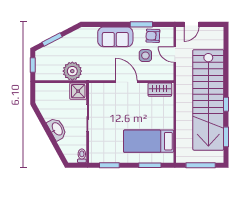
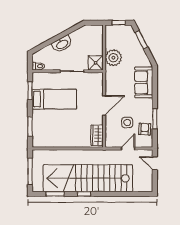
sofa: (115, 37) -> (144, 82), moved
bed: (149, 141) -> (54, 99), moved, turned 90

